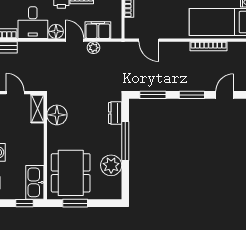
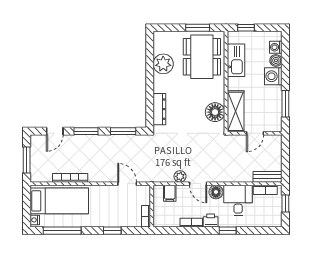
filing cabinet: (98, 30) -> (170, 193), width x0.50
door: (15, 93) -> (255, 133), hinge flipped
shelving: (38, 109) -> (236, 111), width x1.50, depth x1.33
dresser: (115, 113) -> (159, 109), width x1.44
window: (125, 141) -> (150, 87), removed
kitchen sink: (35, 182) -> (236, 60), moved

